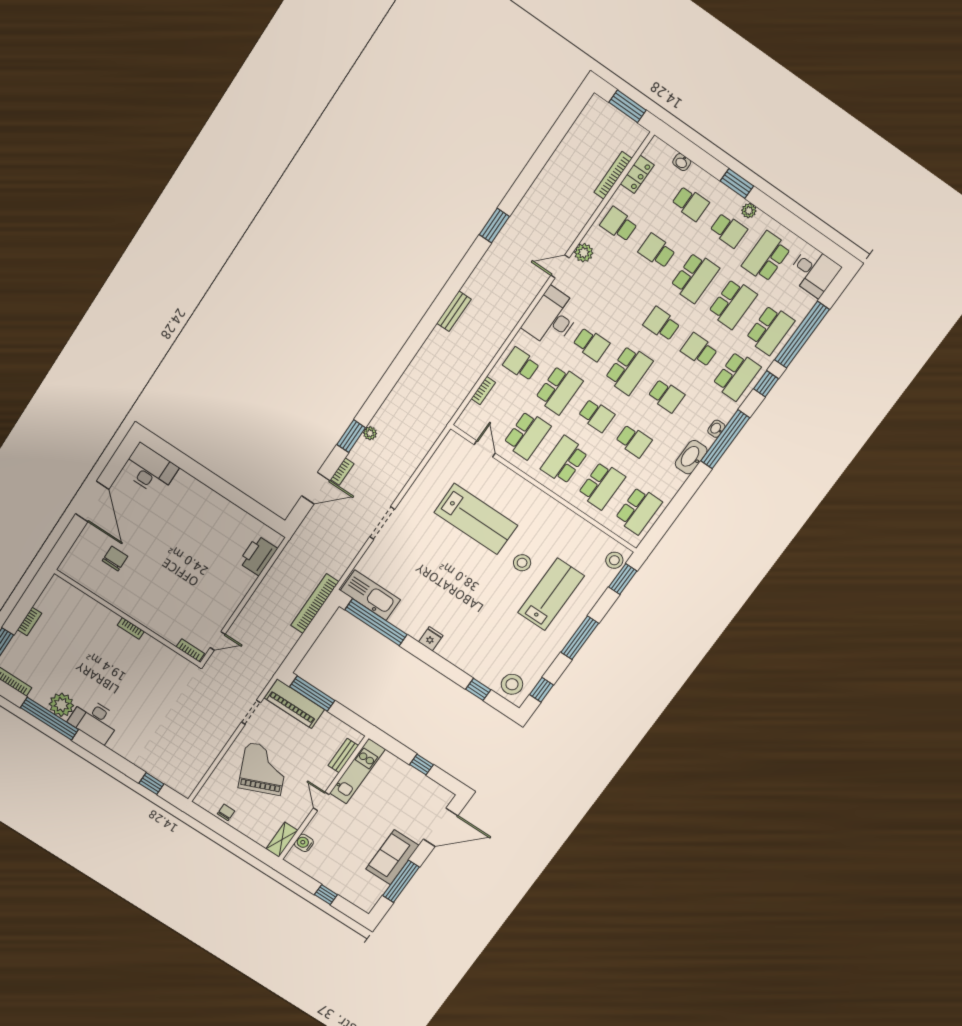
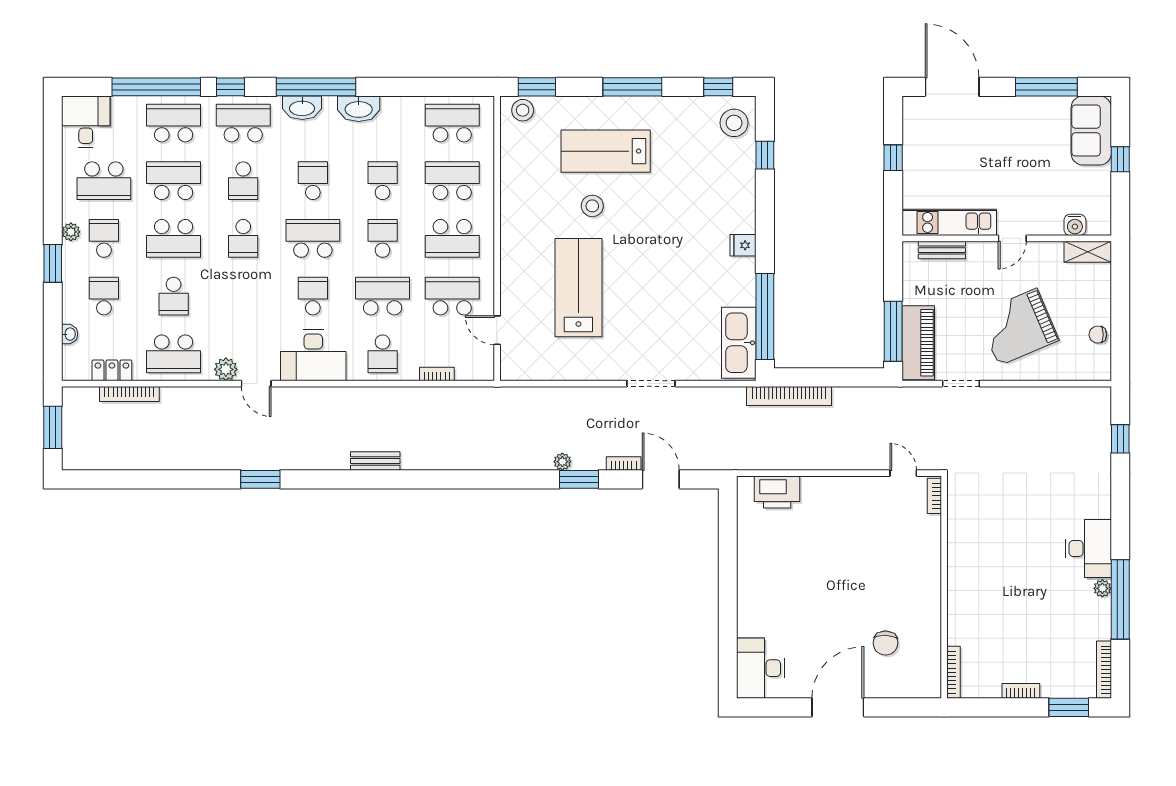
school desk: (619, 224) -> (174, 354), width x1.85
school desk: (695, 277) -> (174, 238), turned 180
washbasin: (716, 429) -> (302, 108), width x1.91, depth x1.45
door: (485, 449) -> (497, 330), hinge flipped
chair: (115, 559) -> (885, 643), turned -88
bookcase: (131, 628) -> (953, 672), moved, width x1.56
plant: (61, 705) -> (1102, 588), width x0.53, depth x0.53
sofa: (392, 857) -> (1091, 130), moved, turned 90

